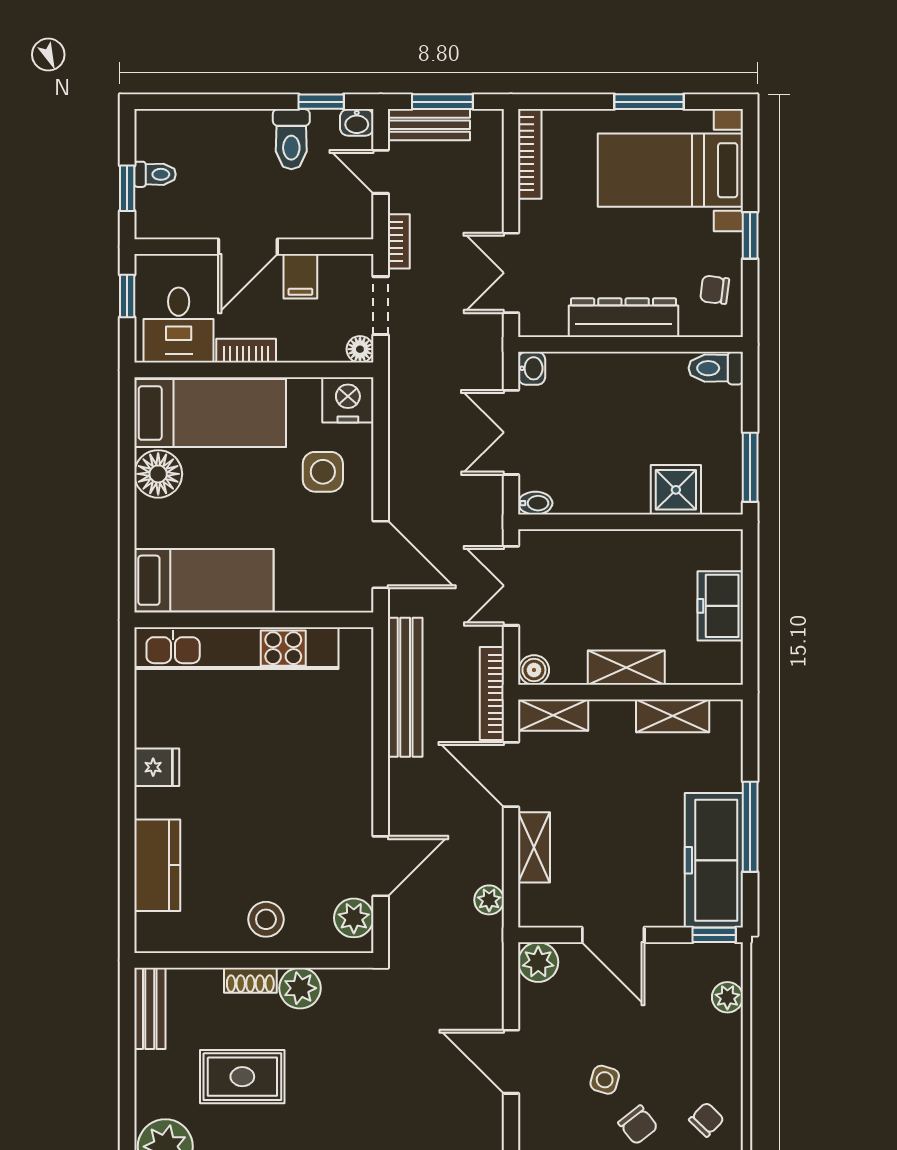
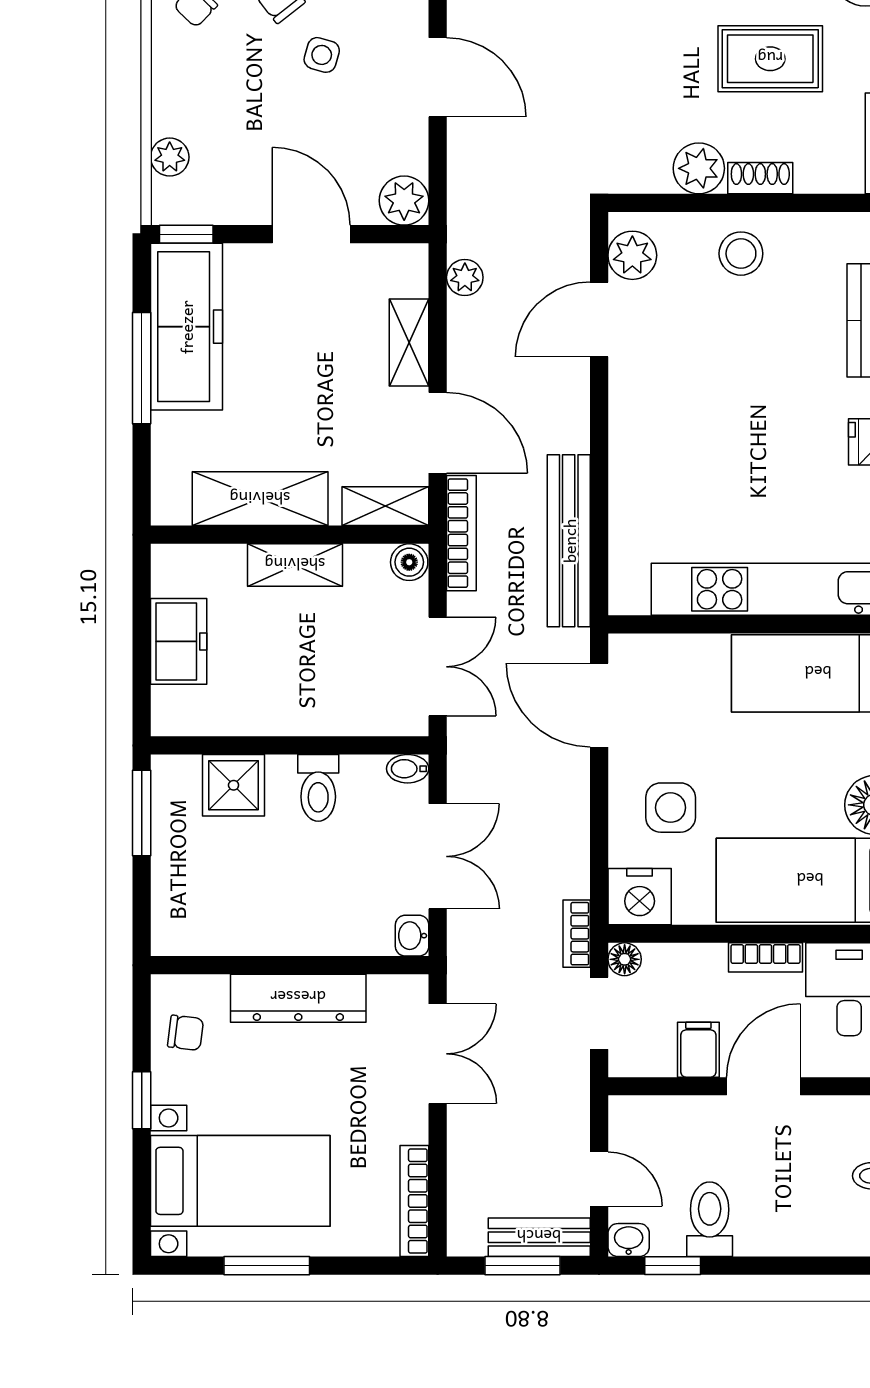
bookcase: (399, 241) -> (577, 934), moved
toilet: (716, 368) -> (318, 788), moved, turned 90
shelving: (673, 716) -> (260, 499), width x1.50, depth x1.33

